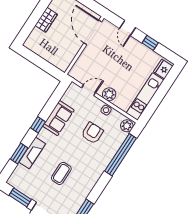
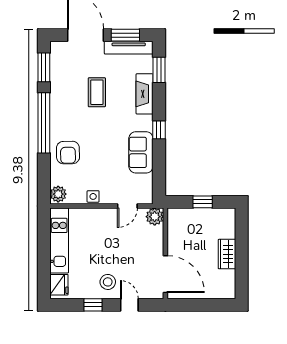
stool: (132, 51) -> (108, 282), added
window: (40, 62) -> (203, 202), added
plant: (109, 94) -> (155, 217), moved
armchair: (92, 133) -> (68, 153), moved
window: (19, 153) -> (159, 70), moved
window: (121, 155) -> (44, 123), moved
tv unit: (23, 188) -> (129, 48), added

